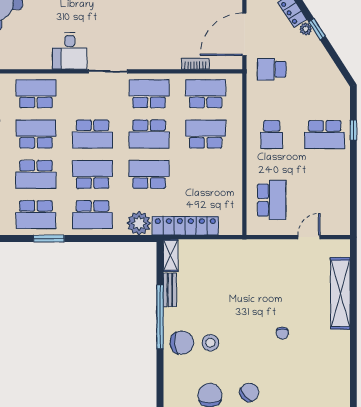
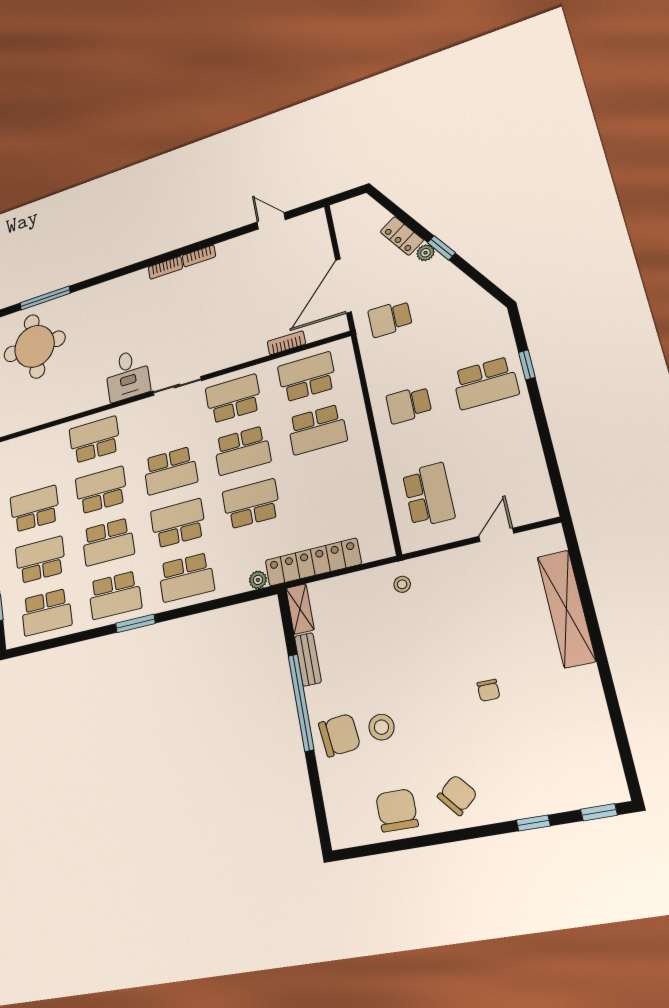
school desk: (206, 134) -> (317, 430), turned 180
school desk: (272, 135) -> (409, 405), turned 90
plant: (139, 223) -> (258, 580), width x0.53, depth x0.53
stool: (242, 255) -> (402, 584), added

